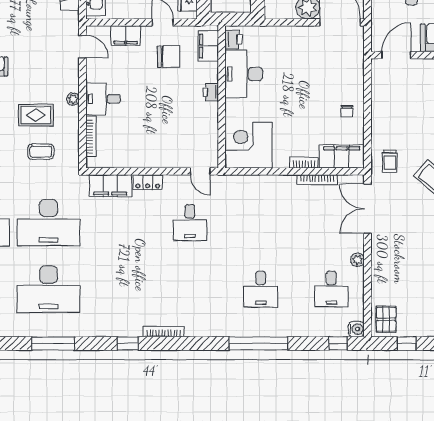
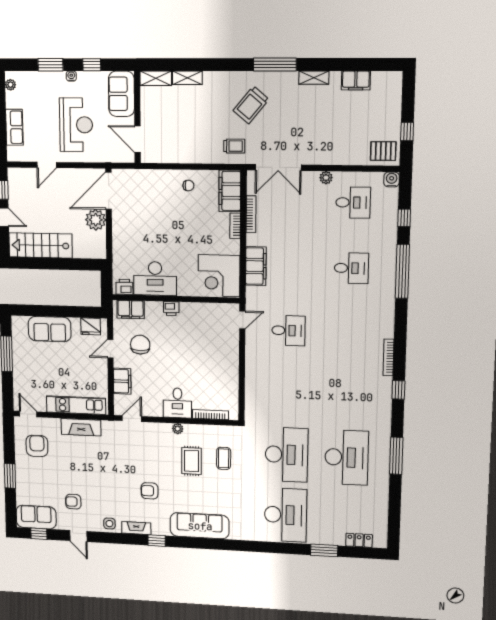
locker: (148, 182) -> (252, 367), removed
filing cabinet: (110, 186) -> (256, 266), moved
window: (338, 343) -> (404, 218), moved

